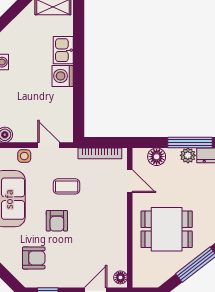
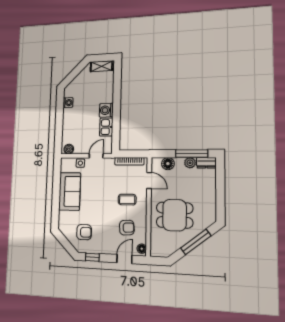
kitchen sink: (63, 50) -> (106, 127), moved
door: (49, 145) -> (96, 156), hinge flipped
coffee table: (67, 186) -> (127, 200), moved
armchair: (57, 221) -> (127, 228), moved, turned -94

